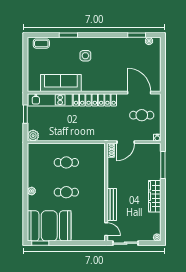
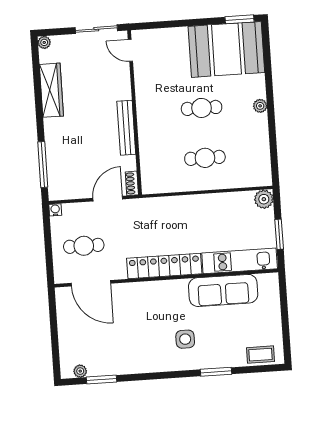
wardrobe: (155, 196) -> (51, 90), moved
bench: (112, 205) -> (126, 128), moved

